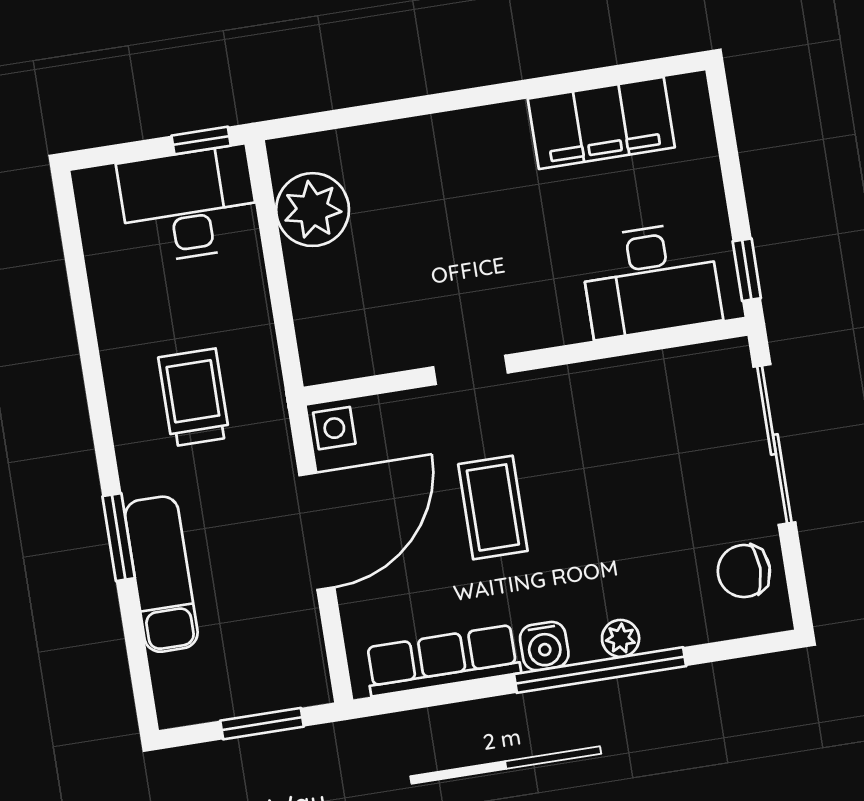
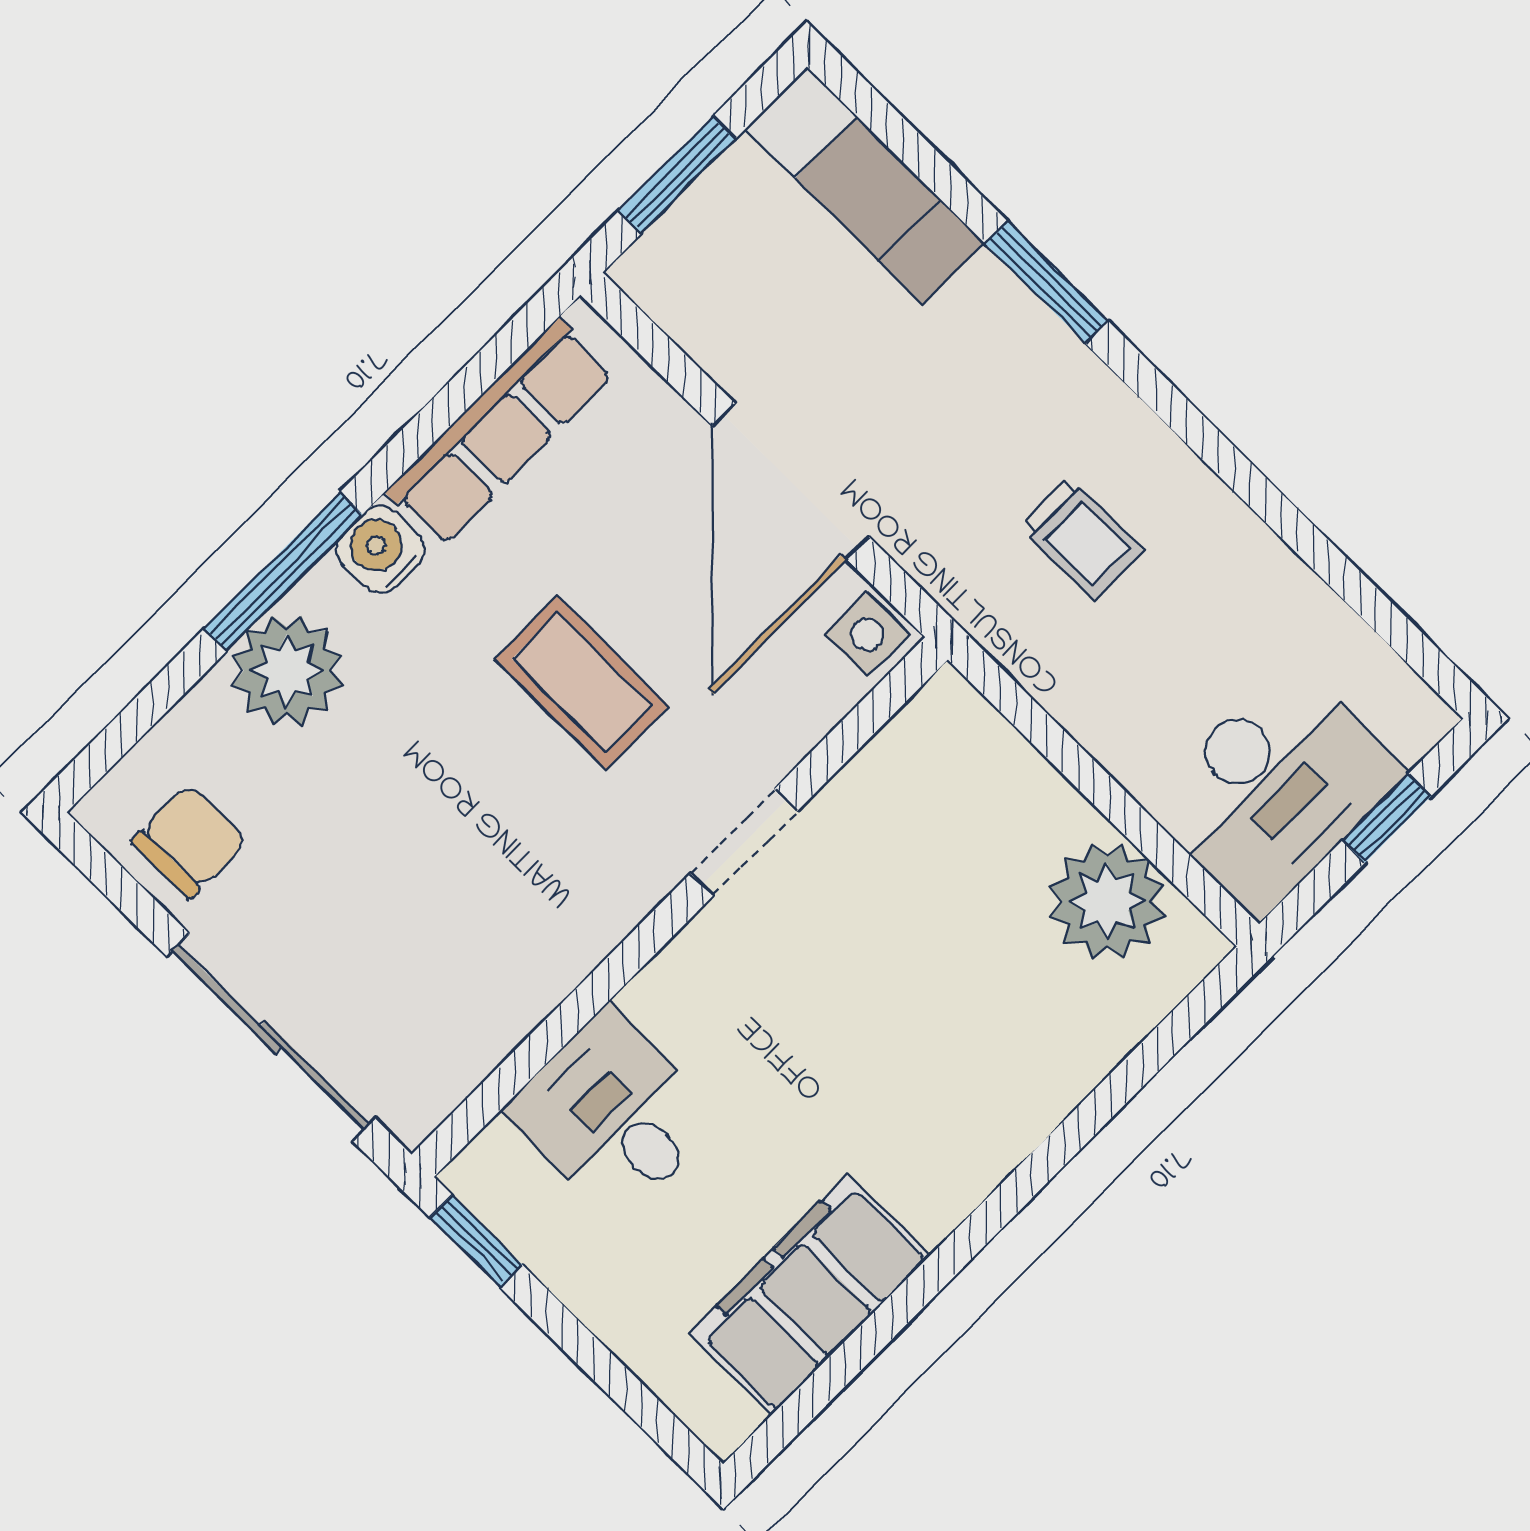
window: (201, 141) -> (1387, 818), moved
desk: (651, 280) -> (614, 1115), width x0.73
trolley: (194, 397) -> (1082, 539), width x0.73, depth x0.72
exam couch: (161, 574) -> (865, 186), moved
plant: (621, 638) -> (287, 671), width x1.87, depth x1.87
window: (600, 670) -> (283, 571), width x0.68

